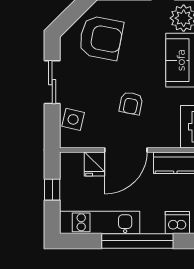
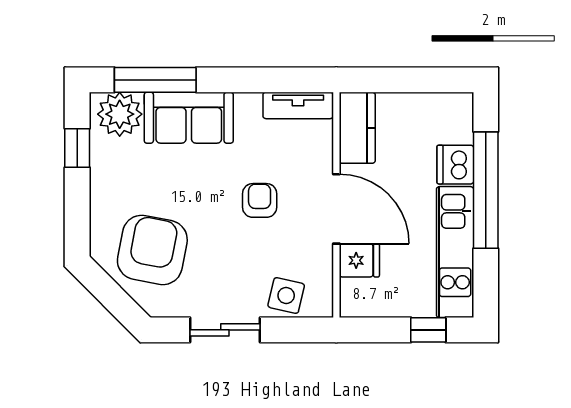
armchair: (131, 103) -> (260, 200), turned -101
window: (52, 190) -> (428, 330), moved
dishwasher: (177, 222) -> (455, 165), moved

